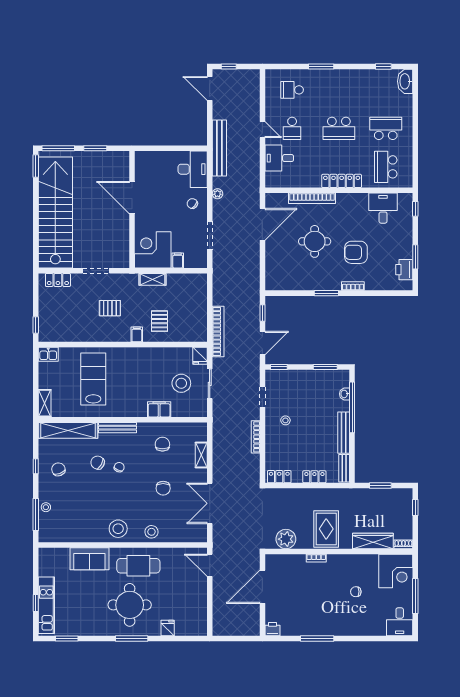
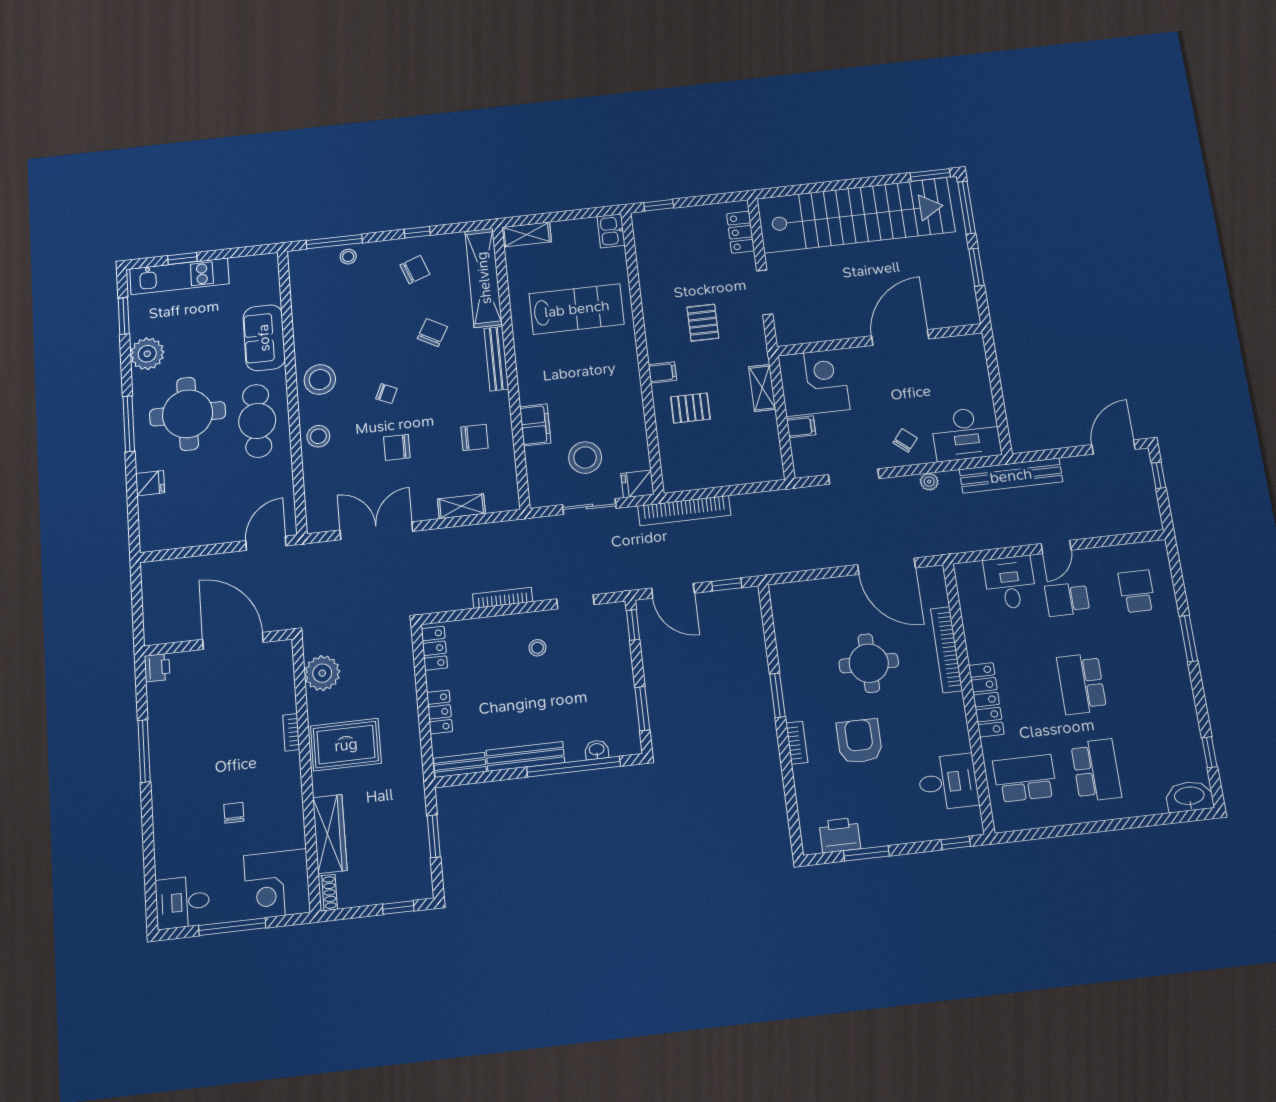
chair: (119, 467) -> (386, 394), moved
plant: (91, 626) -> (147, 354), added

